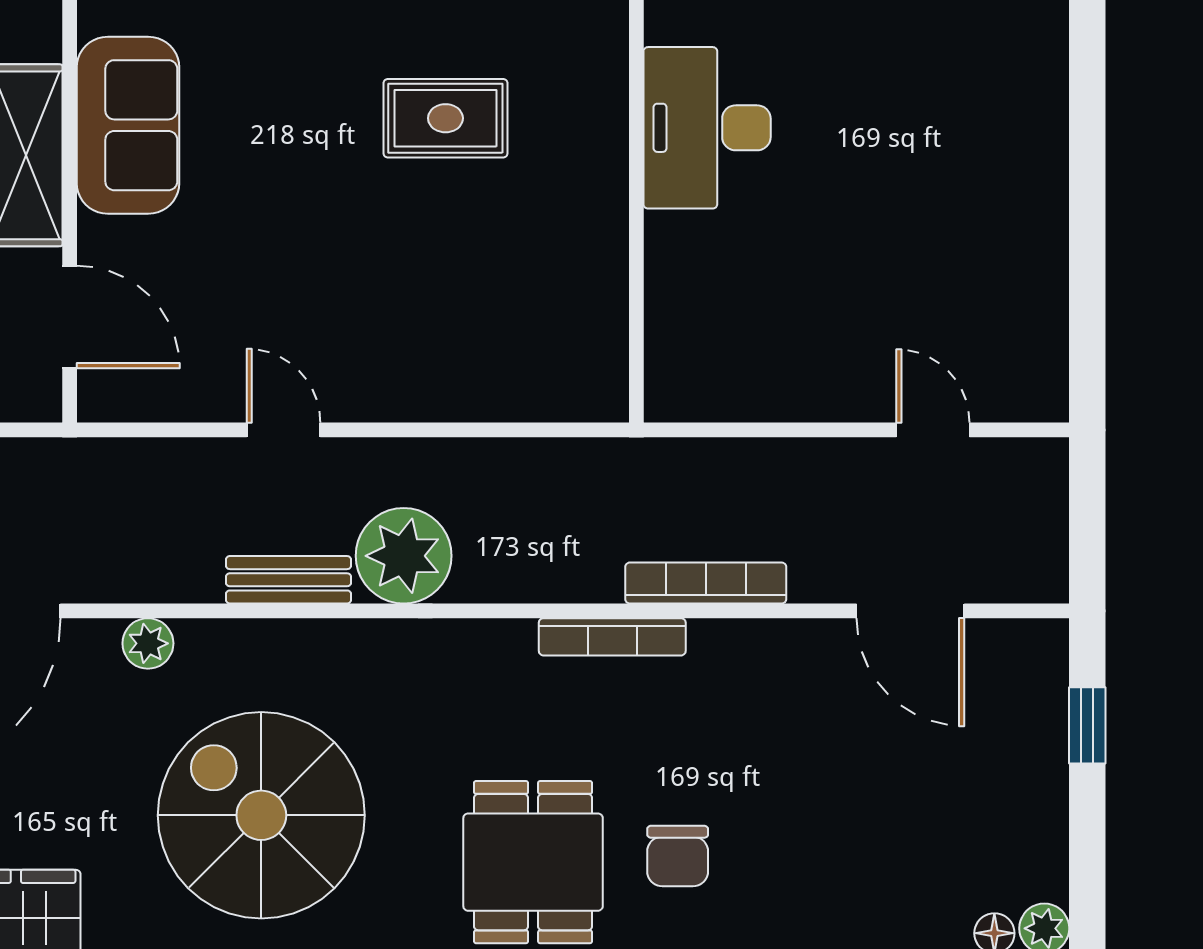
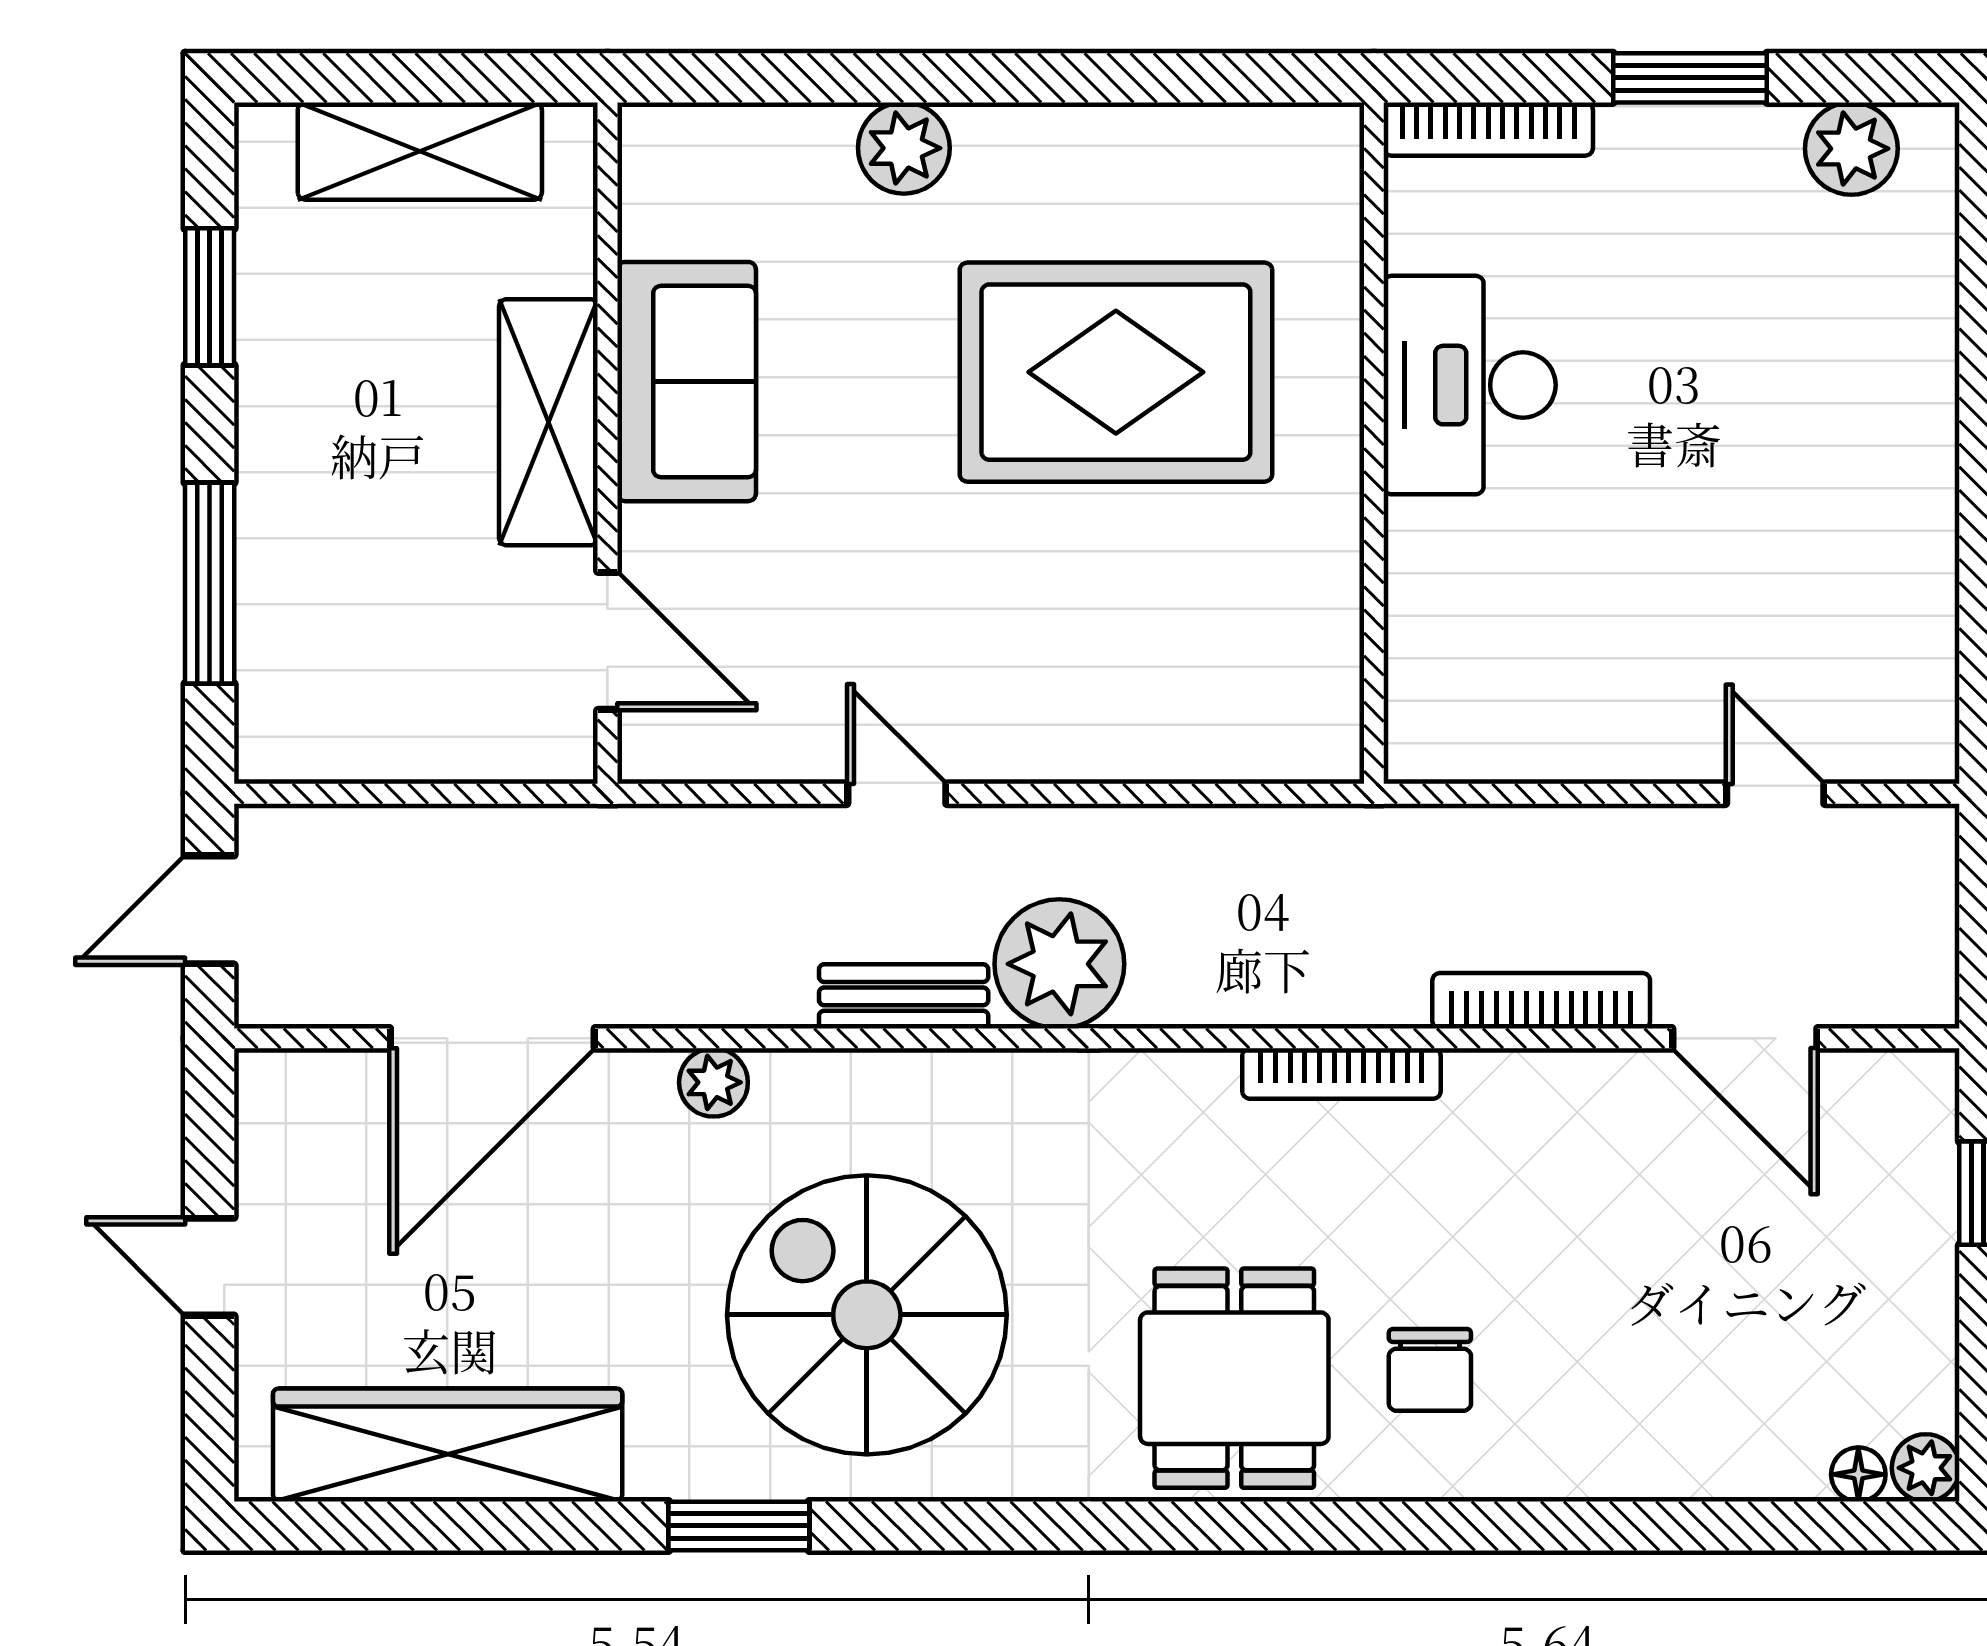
rug: (445, 118) -> (1116, 372), width x1.86, depth x2.06
bookcase: (706, 583) -> (1541, 1001), moved

